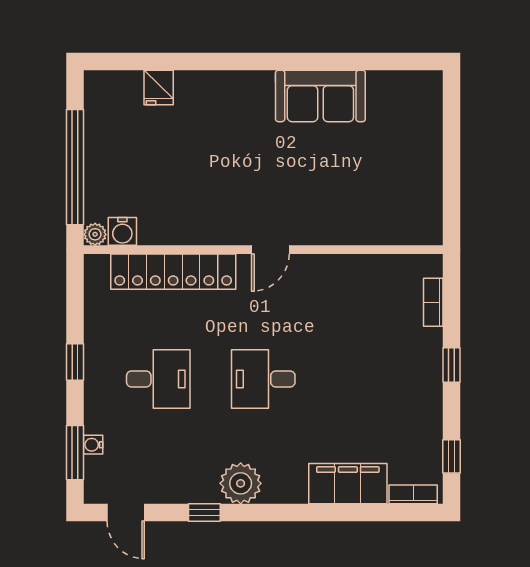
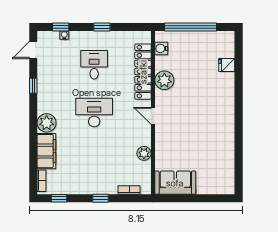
sofa: (320, 96) -> (175, 183), moved, turned 90
plant: (95, 234) -> (164, 80), moved, width x1.87, depth x1.87
plant: (353, 269) -> (144, 153), added
desk: (158, 379) -> (94, 65), turned 180
desk: (263, 379) -> (94, 113), width x1.37
window: (75, 453) -> (61, 27), width x0.67
plant: (241, 483) -> (47, 123), moved

